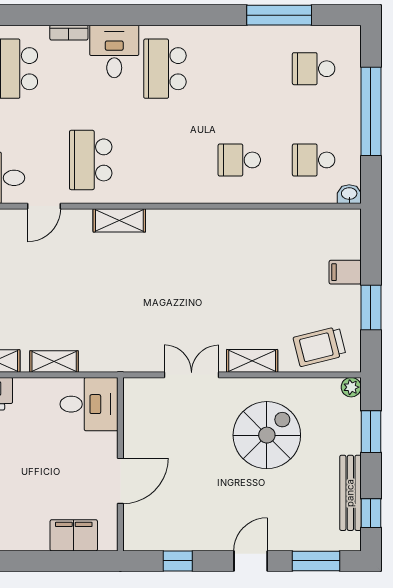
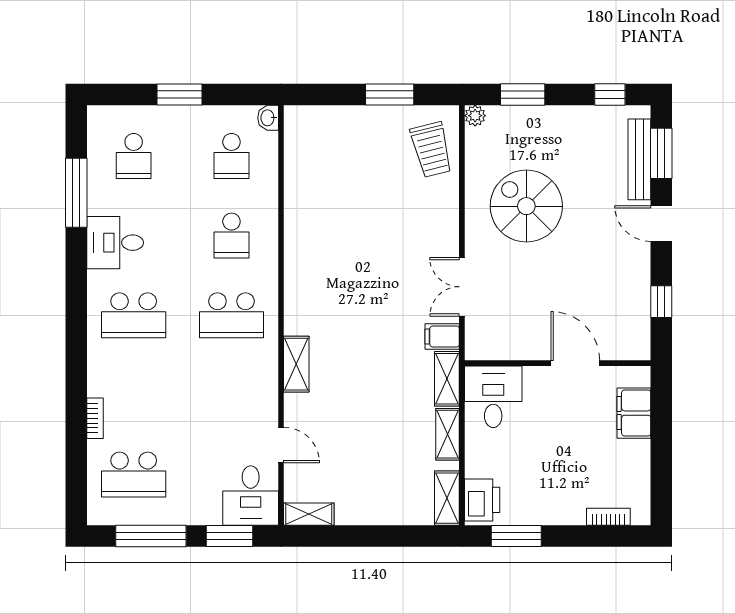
desk: (114, 51) -> (115, 243), moved
window: (371, 111) -> (179, 94), width x0.47
school desk: (91, 160) -> (231, 315), moved
filing cabinet: (345, 272) -> (442, 337), moved, turned 90
shelving: (252, 361) -> (447, 379), moved
bench: (350, 493) -> (639, 159), moved, turned 90

